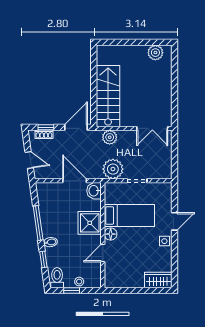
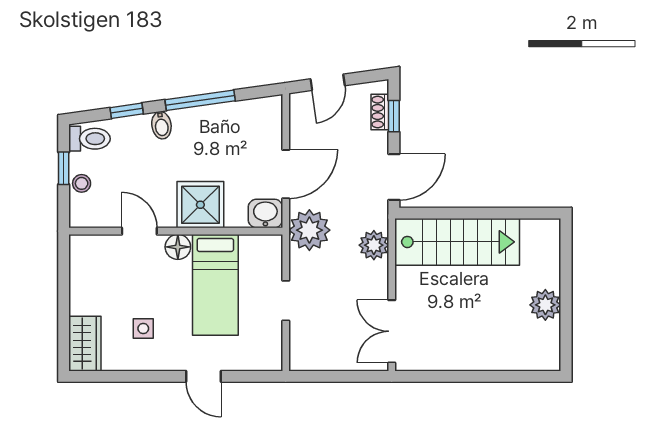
plant: (155, 53) -> (545, 305), moved
door: (76, 127) -> (394, 177), hinge flipped
plant: (113, 169) -> (309, 230), moved
side table: (164, 241) -> (143, 329), moved

